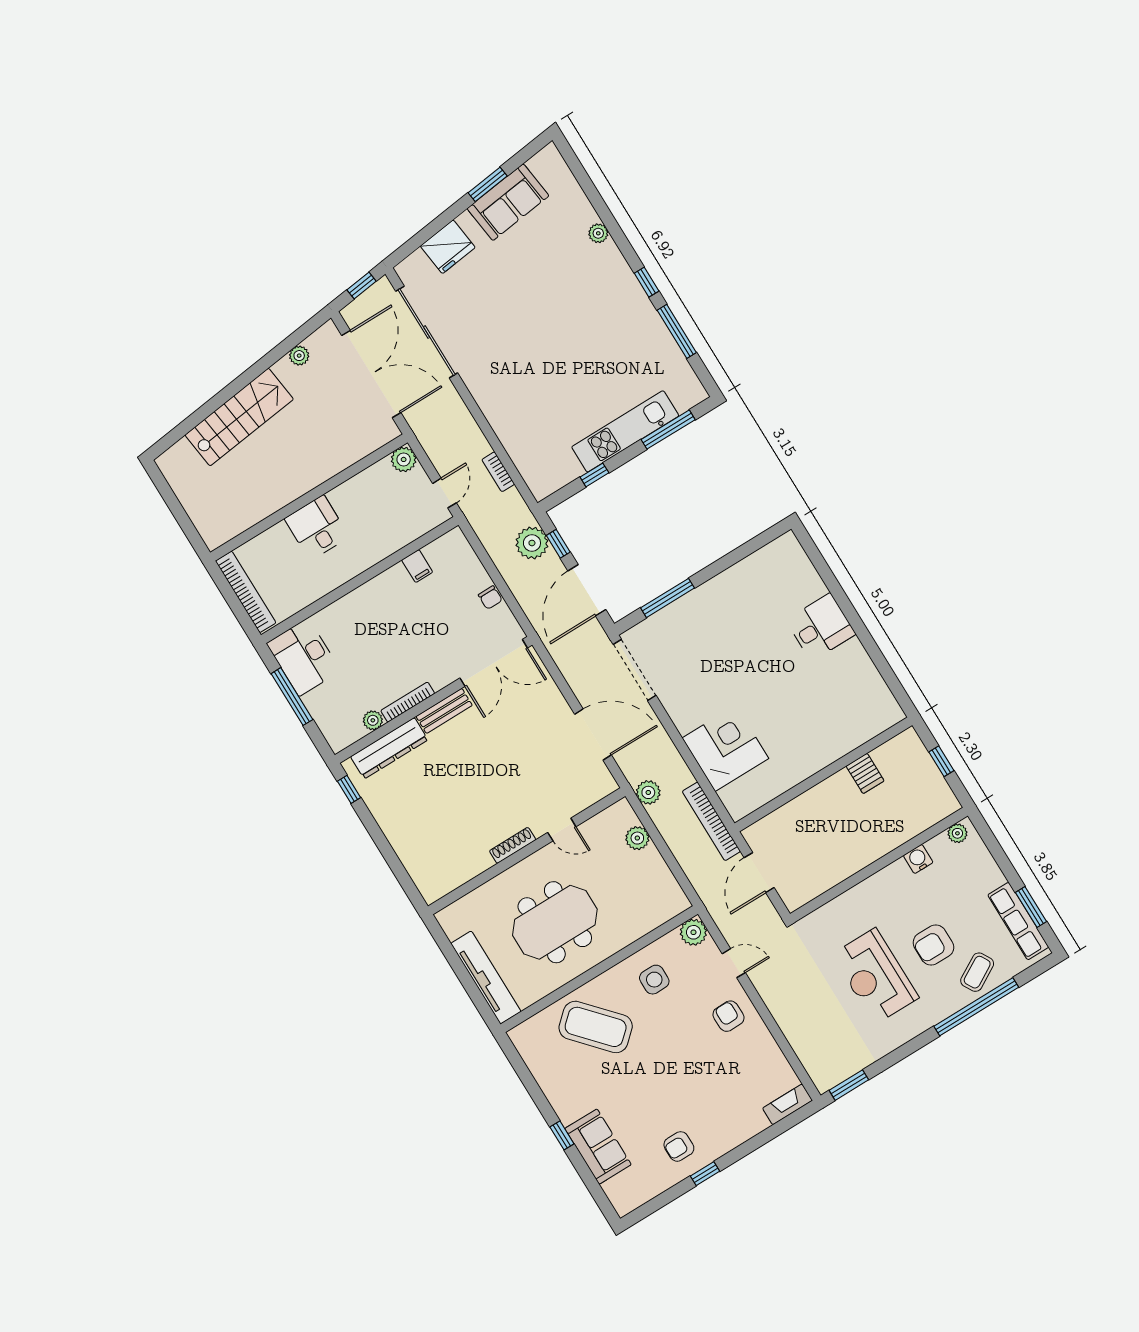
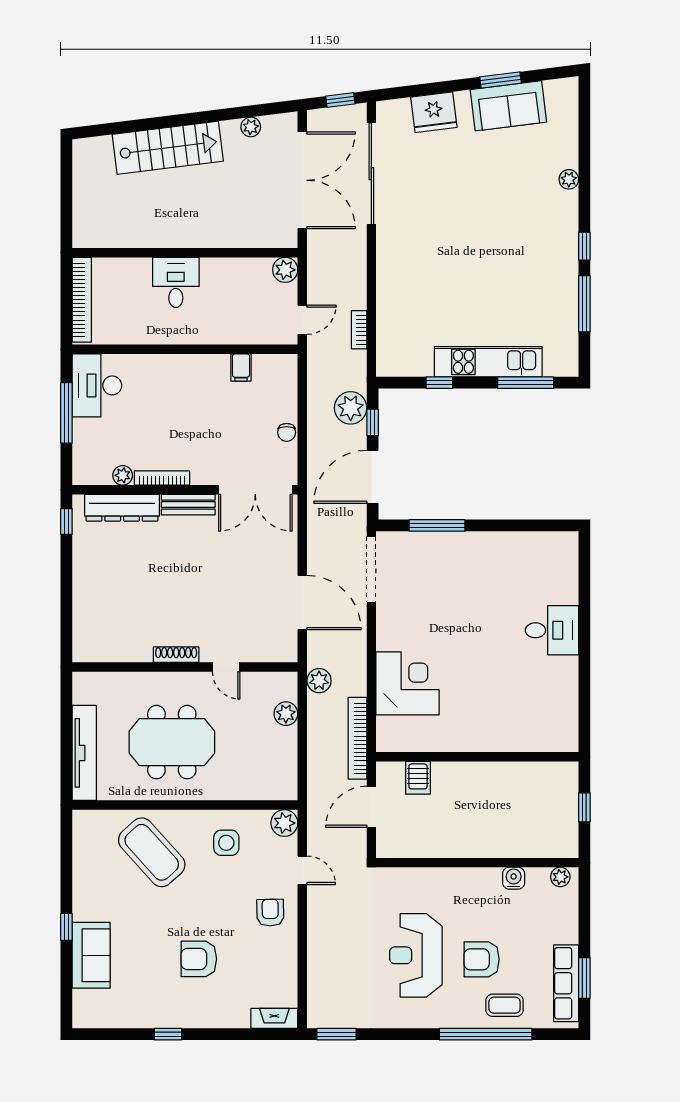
server rack: (865, 773) -> (418, 778), moved
coffee table: (977, 972) -> (505, 1005), turned 30
armchair: (679, 1146) -> (199, 959), moved, width x1.38, depth x1.38

